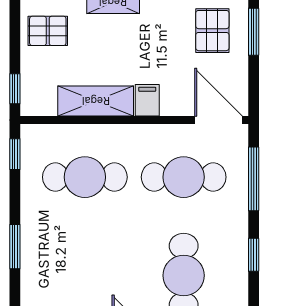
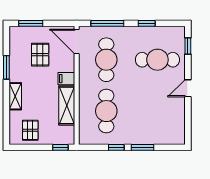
pallet: (212, 31) -> (40, 55), moved, turned 90
door: (219, 120) -> (77, 42), hinge flipped
window: (15, 154) -> (116, 147), moved

